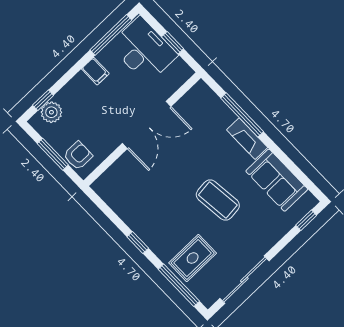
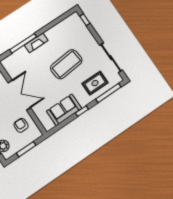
armchair: (78, 156) -> (21, 125), moved
sofa: (277, 180) -> (64, 110), moved, turned 180
coffee table: (218, 200) -> (66, 64), width x1.36, depth x1.32
rug: (193, 258) -> (95, 83), turned 90

